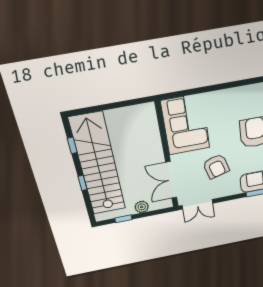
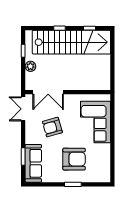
corner sofa: (185, 125) -> (96, 122), moved, turned 90
double door: (171, 180) -> (48, 92), swing flipped

